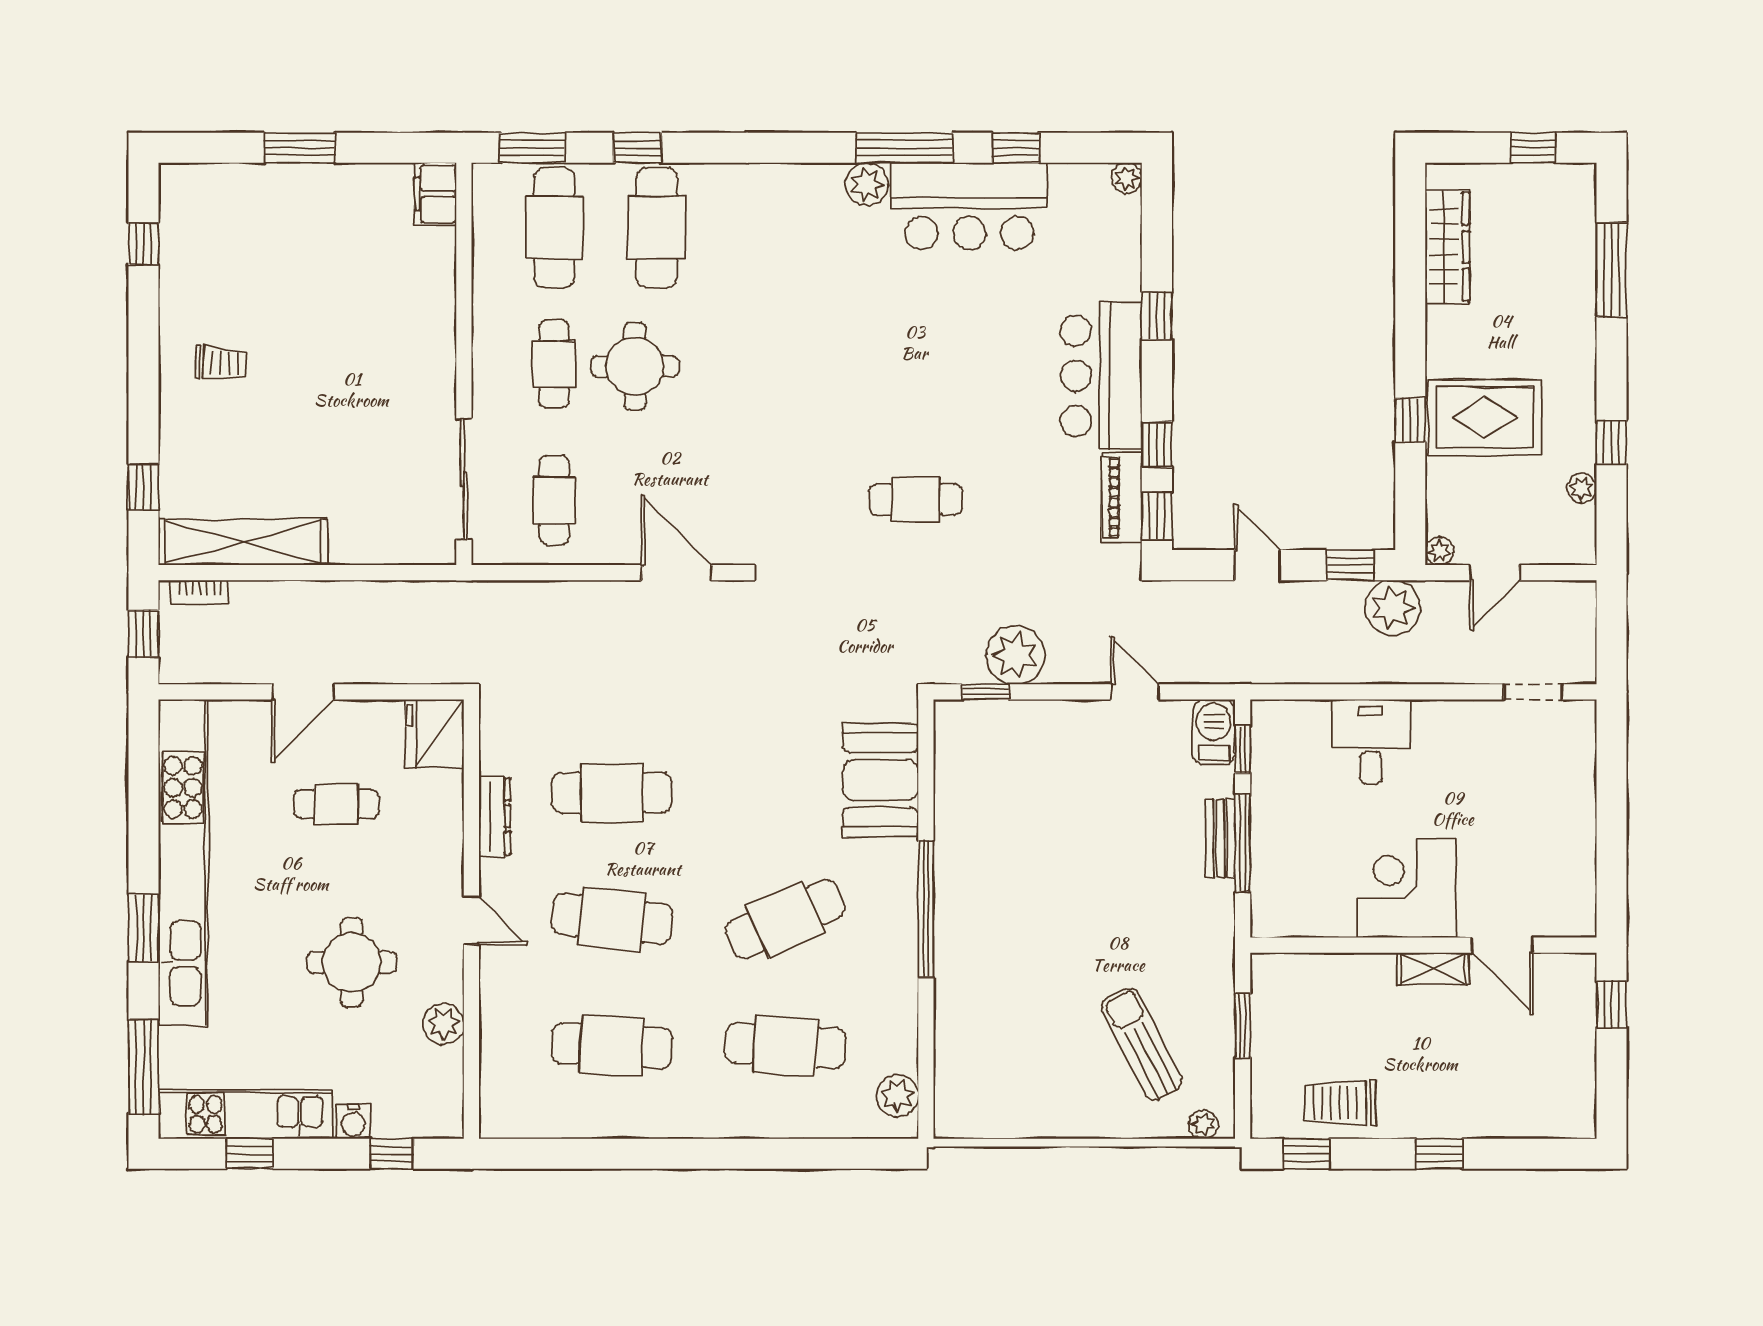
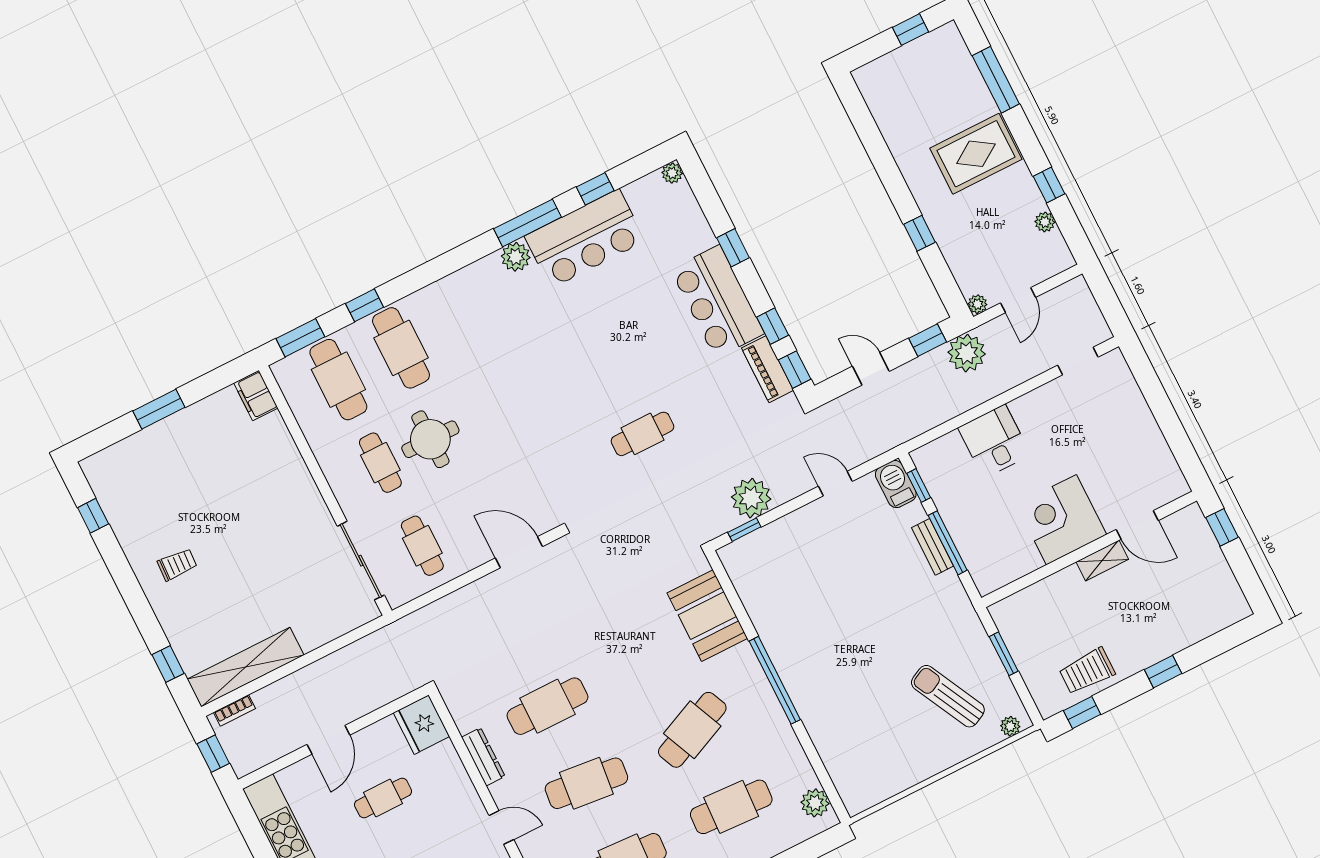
wardrobe: (1447, 247) -> (889, 116), removed
rug: (1485, 417) -> (976, 154), moved

